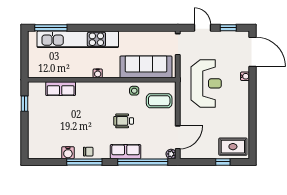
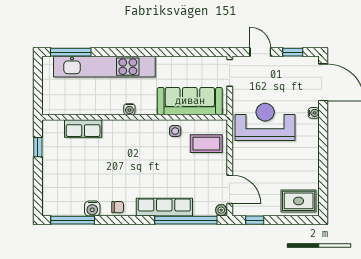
reception desk: (206, 83) -> (265, 122), turned -90
wheelchair: (124, 121) -> (162, 169), removed
door: (178, 137) -> (230, 189), hinge flipped
row of seats: (126, 152) -> (164, 207), width x1.48
window: (84, 162) -> (73, 220), moved
window: (223, 162) -> (255, 220), moved

